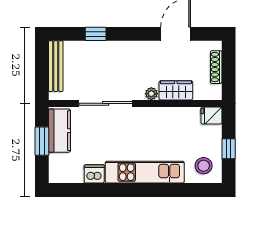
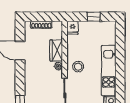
stool: (204, 166) -> (78, 67), moved

